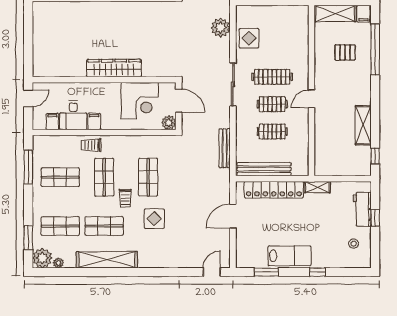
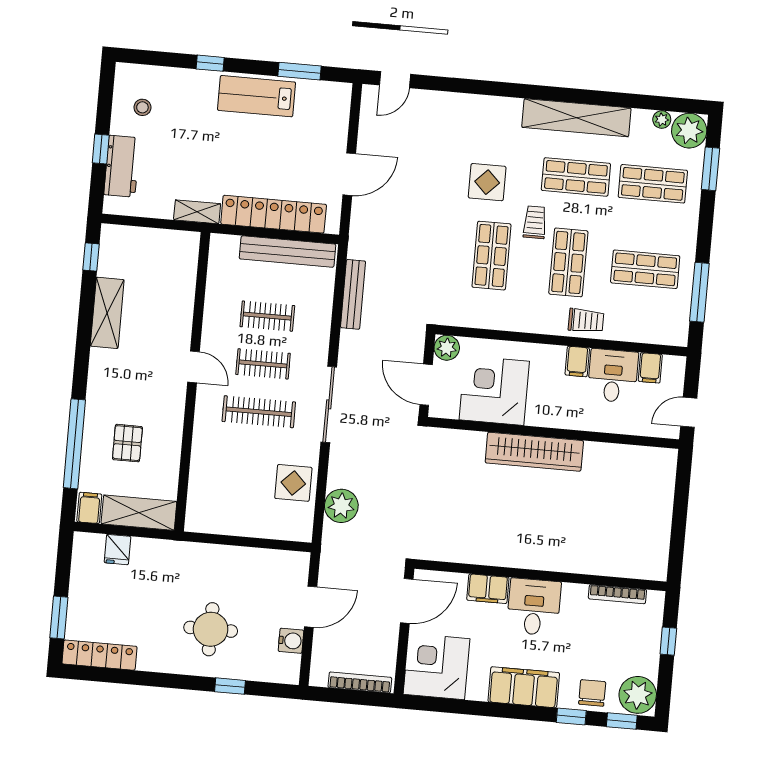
pallet: (345, 52) -> (127, 443), turned 90
door: (311, 99) -> (194, 367), hinge flipped

